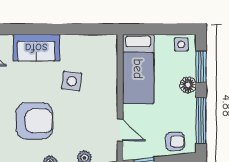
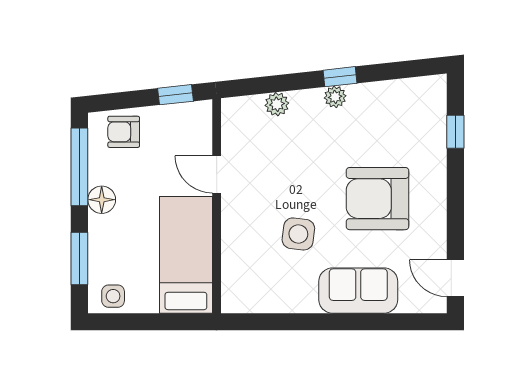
floor lamp: (188, 85) -> (102, 200), moved
armchair: (34, 121) -> (377, 199), moved
door: (120, 130) -> (217, 175), moved

